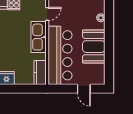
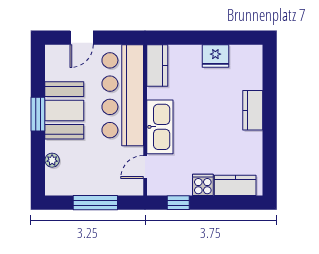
window: (109, 44) -> (38, 114), added
door: (84, 89) -> (82, 38), swing flipped

